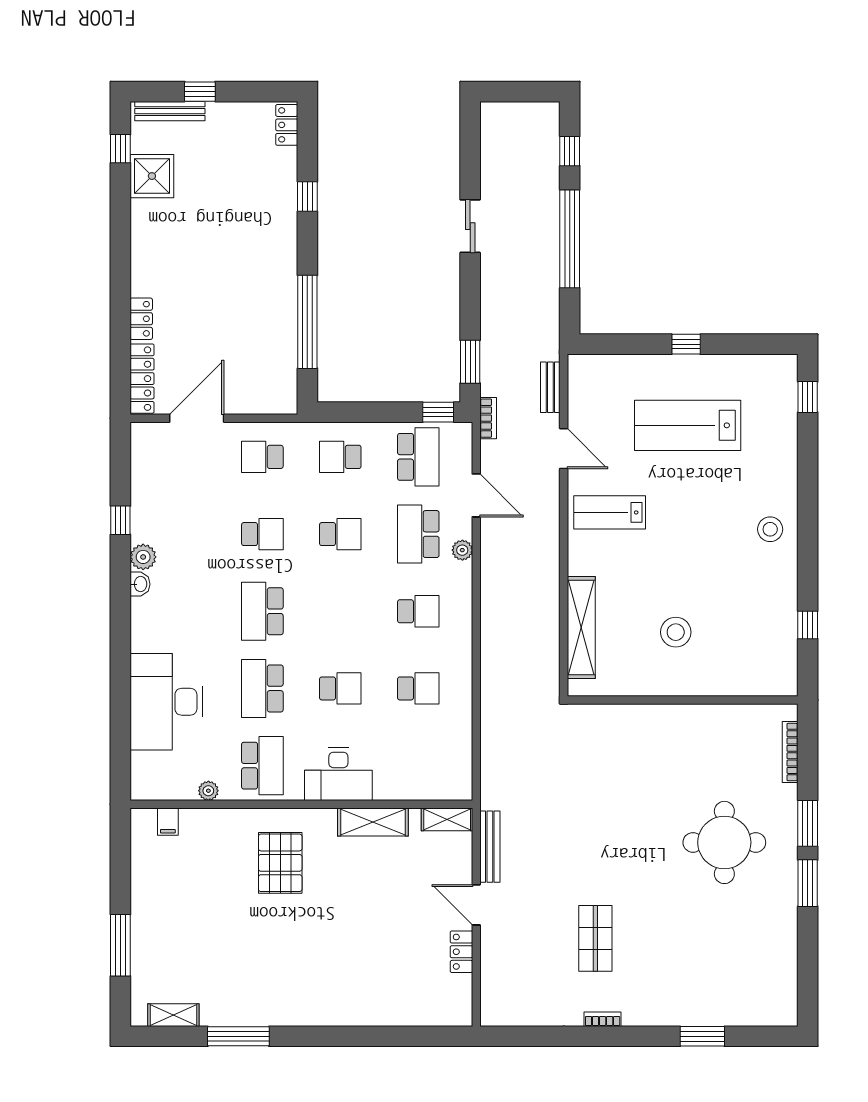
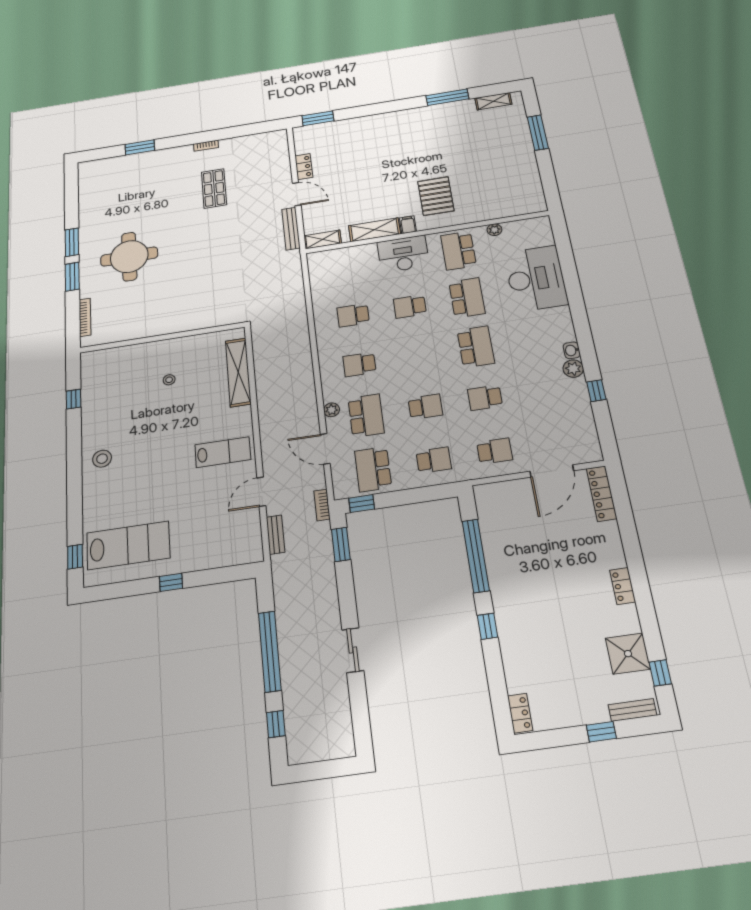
bench: (170, 111) -> (632, 710), width x0.73
window: (307, 197) -> (487, 626), moved
locker: (141, 319) -> (623, 586), moved
lab bench: (688, 425) -> (128, 545), moved
door: (564, 449) -> (261, 492), hinge flipped
school desk: (340, 534) -> (425, 407), turned 180
stool: (676, 632) -> (169, 380), width x0.53, depth x0.53
filing cabinet: (168, 822) -> (408, 225), moved
window: (432, 1036) -> (318, 118), added

